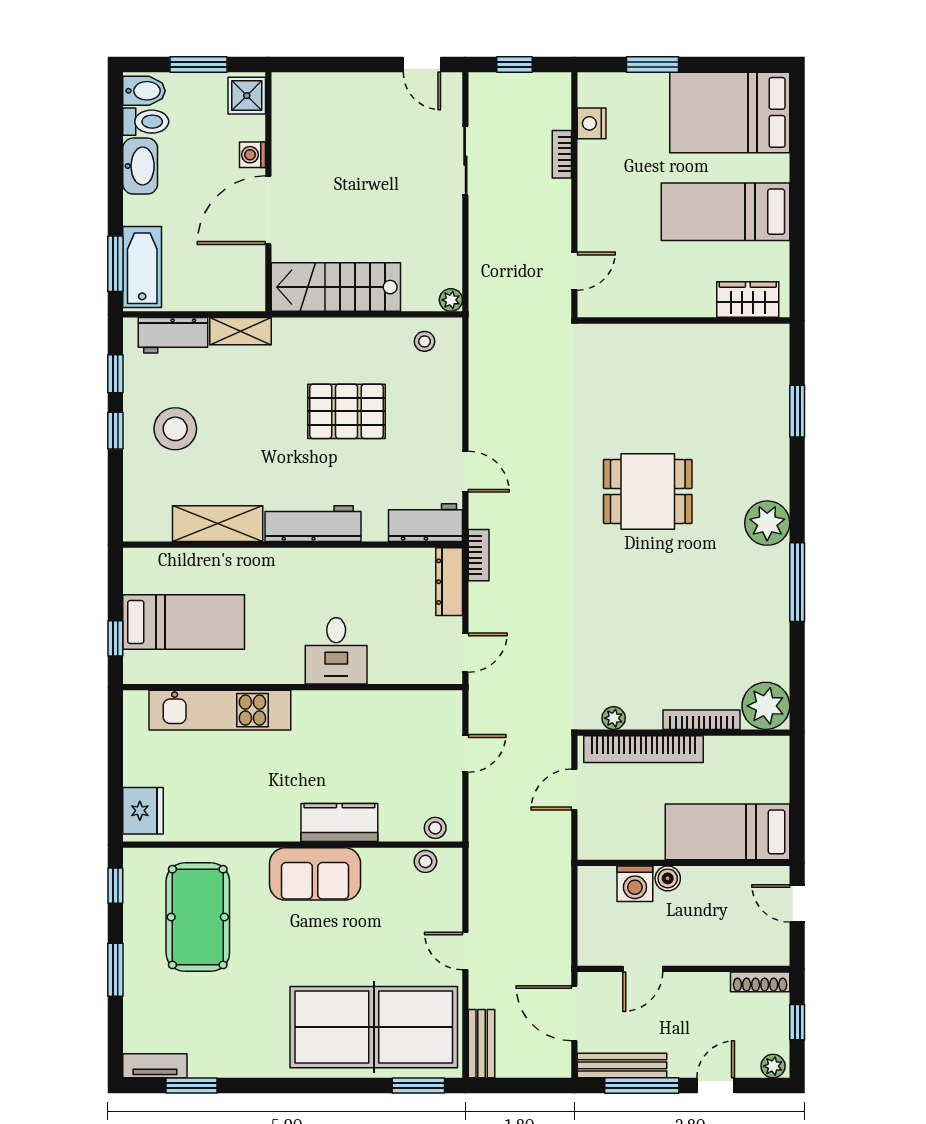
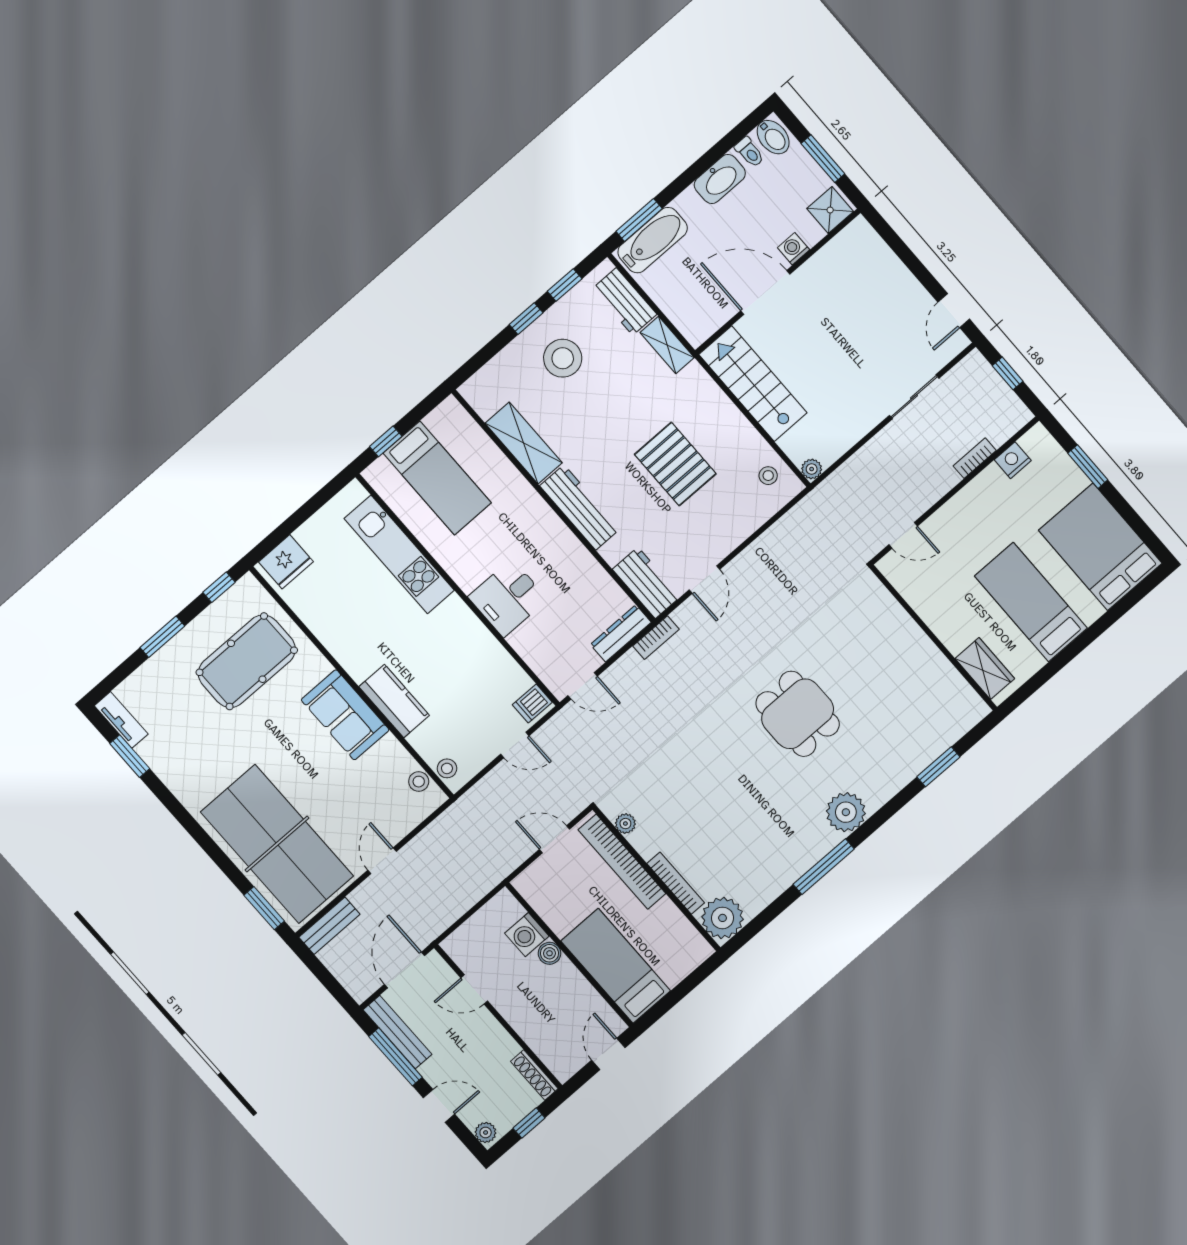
toilet: (146, 122) -> (749, 152), width x0.73, depth x0.72
dishwasher: (443, 708) -> (532, 703), added

